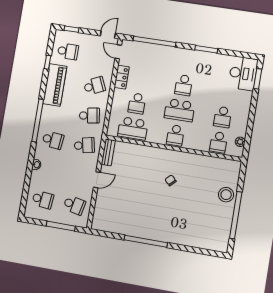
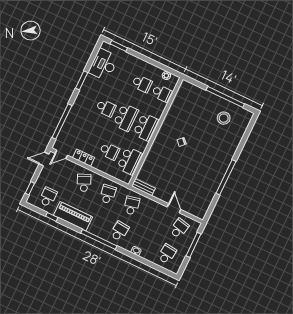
door: (108, 35) -> (44, 159), hinge flipped
desk: (243, 73) -> (104, 65), moved, turned -90
school desk: (175, 135) -> (146, 127), width x1.85
door: (97, 180) -> (174, 208), moved
stool: (226, 195) -> (224, 118), moved

